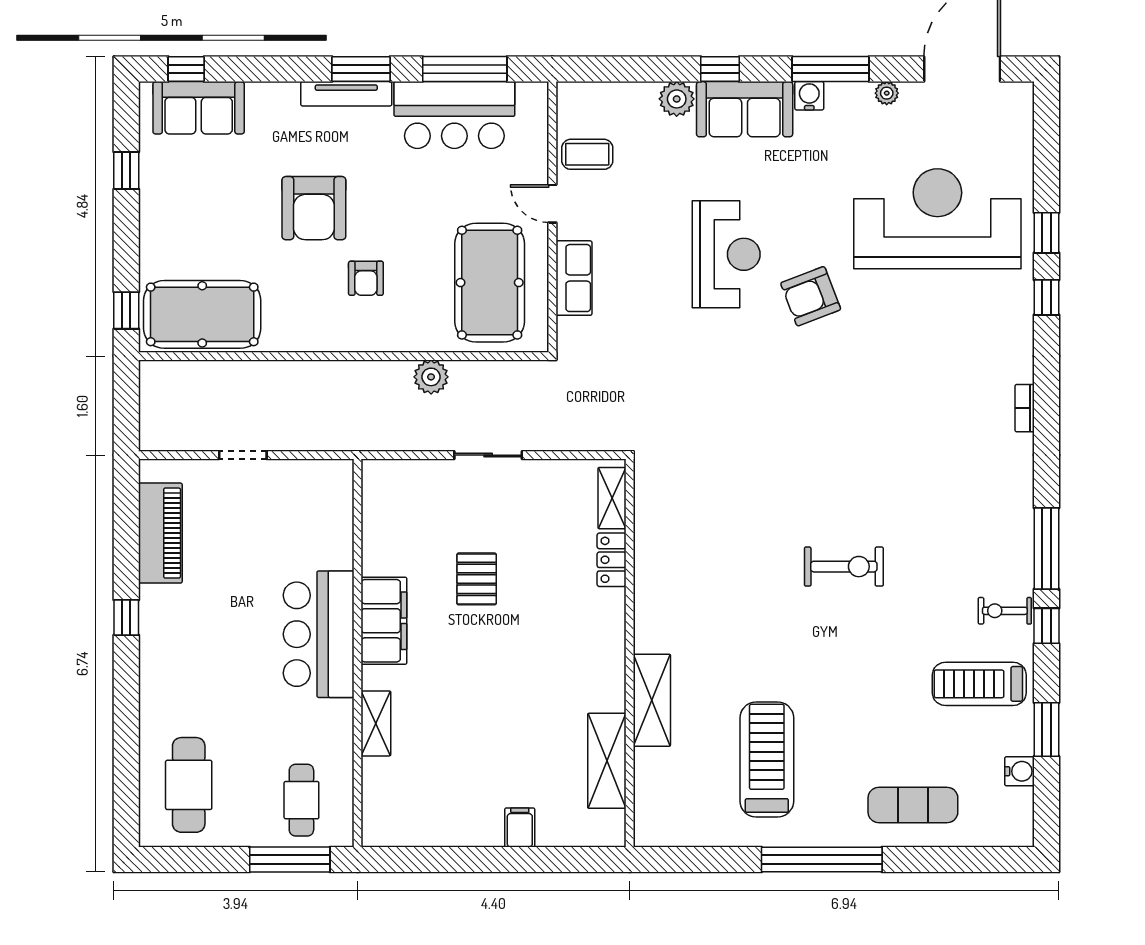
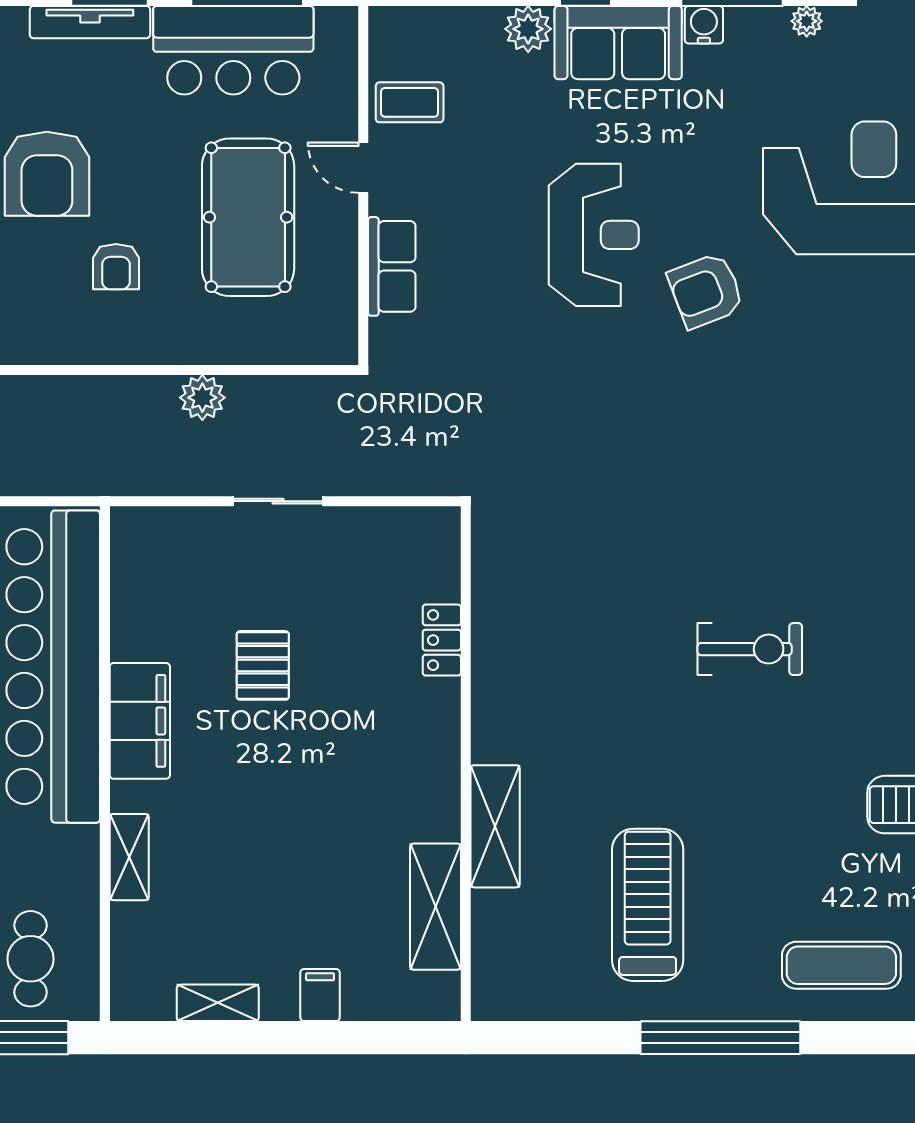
pool table: (490, 283) -> (248, 217), moved
shelving: (612, 498) -> (218, 1003), moved, turned 90
bar counter: (319, 634) -> (53, 667), width x1.86

